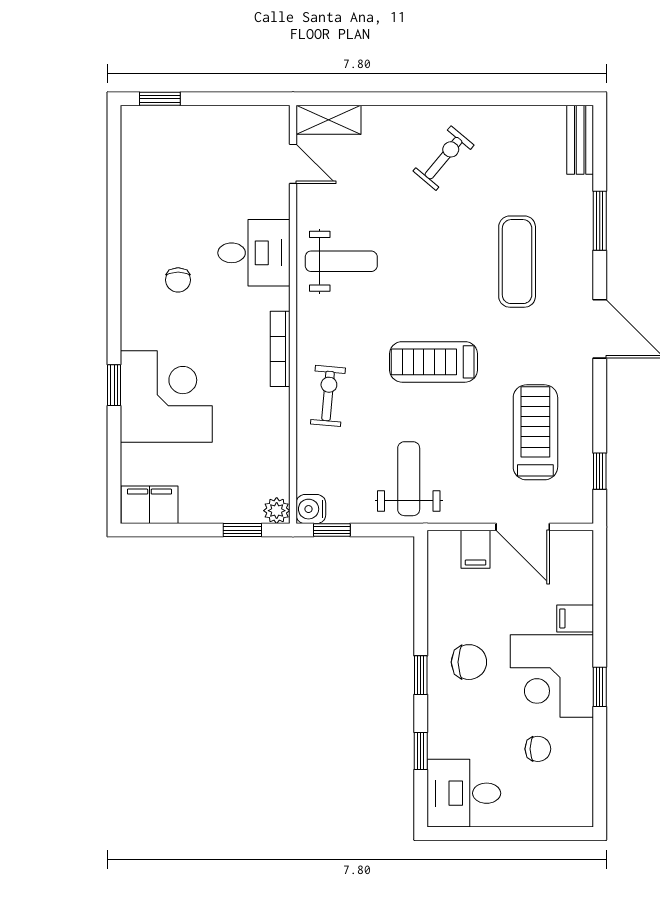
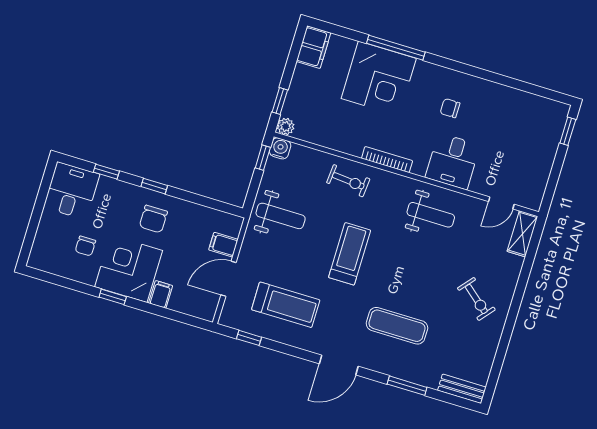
weight bench: (341, 261) -> (431, 215), turned -90
window: (114, 385) -> (396, 48), width x2.17

